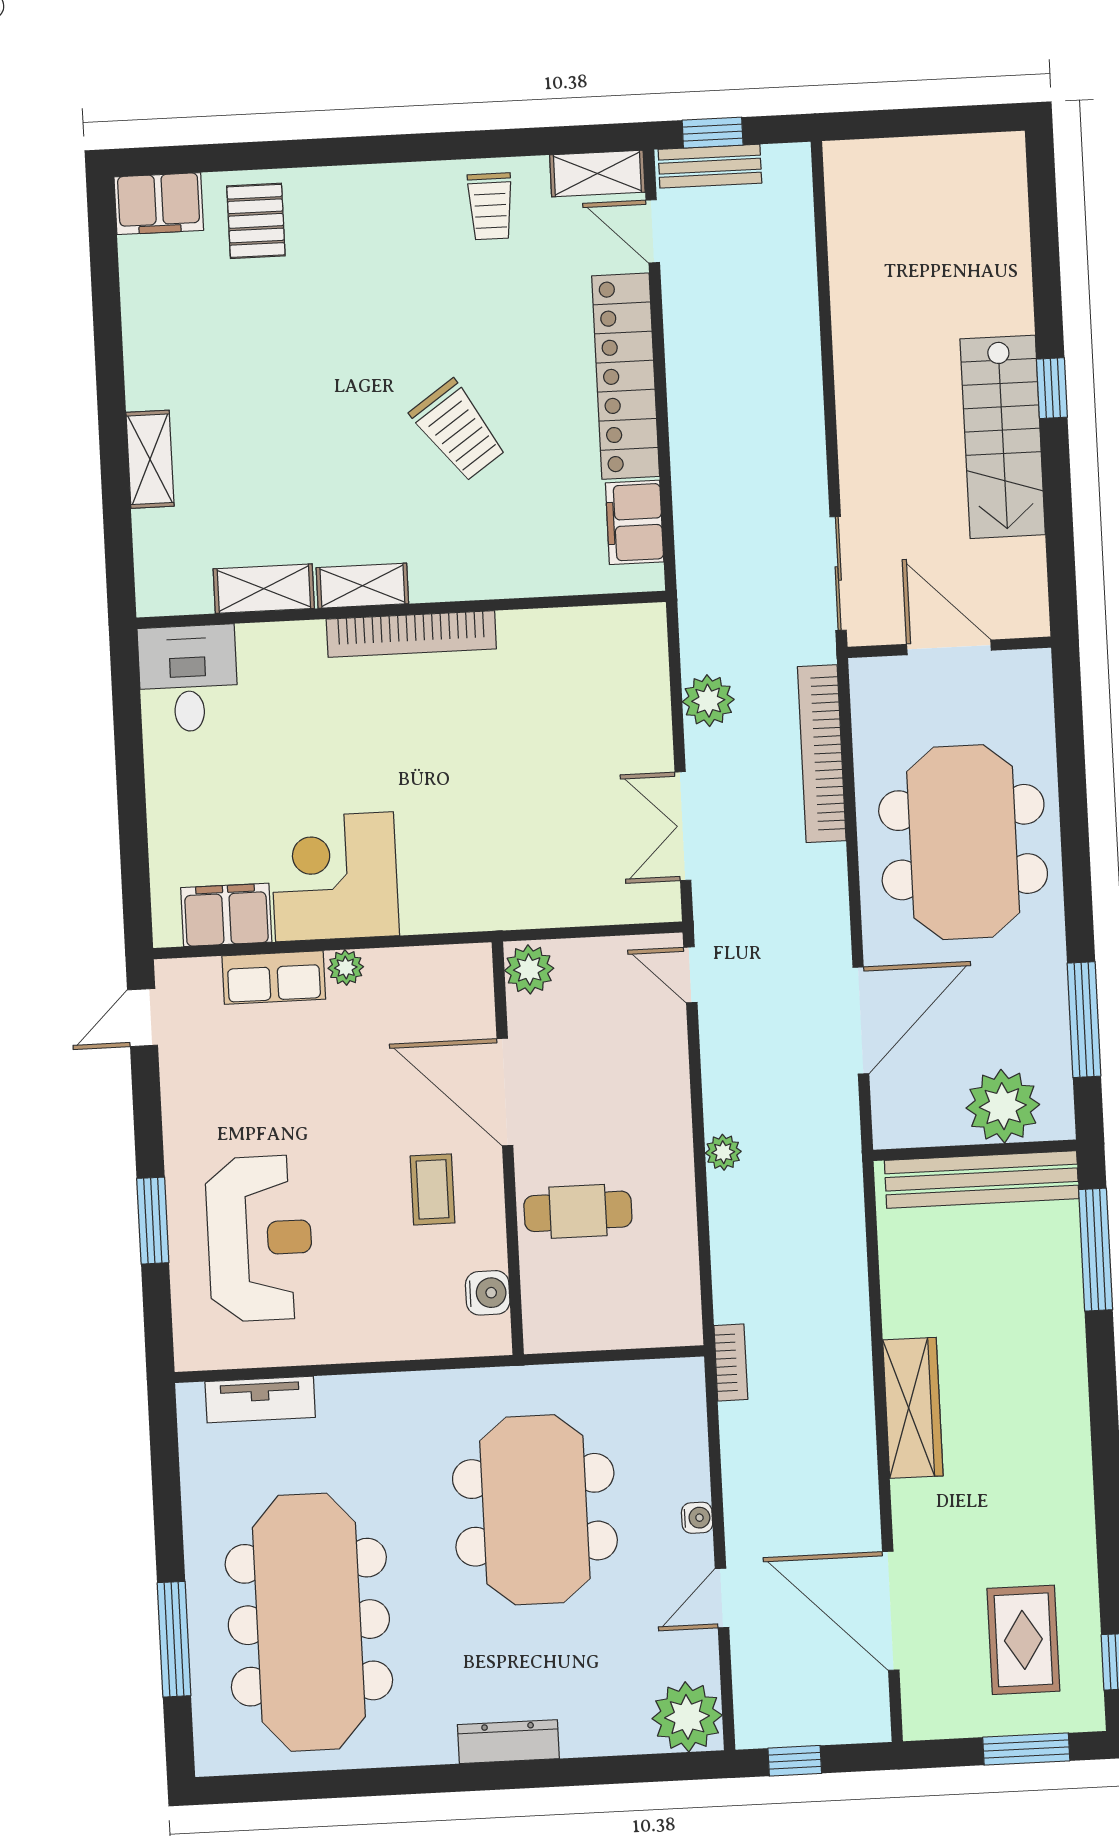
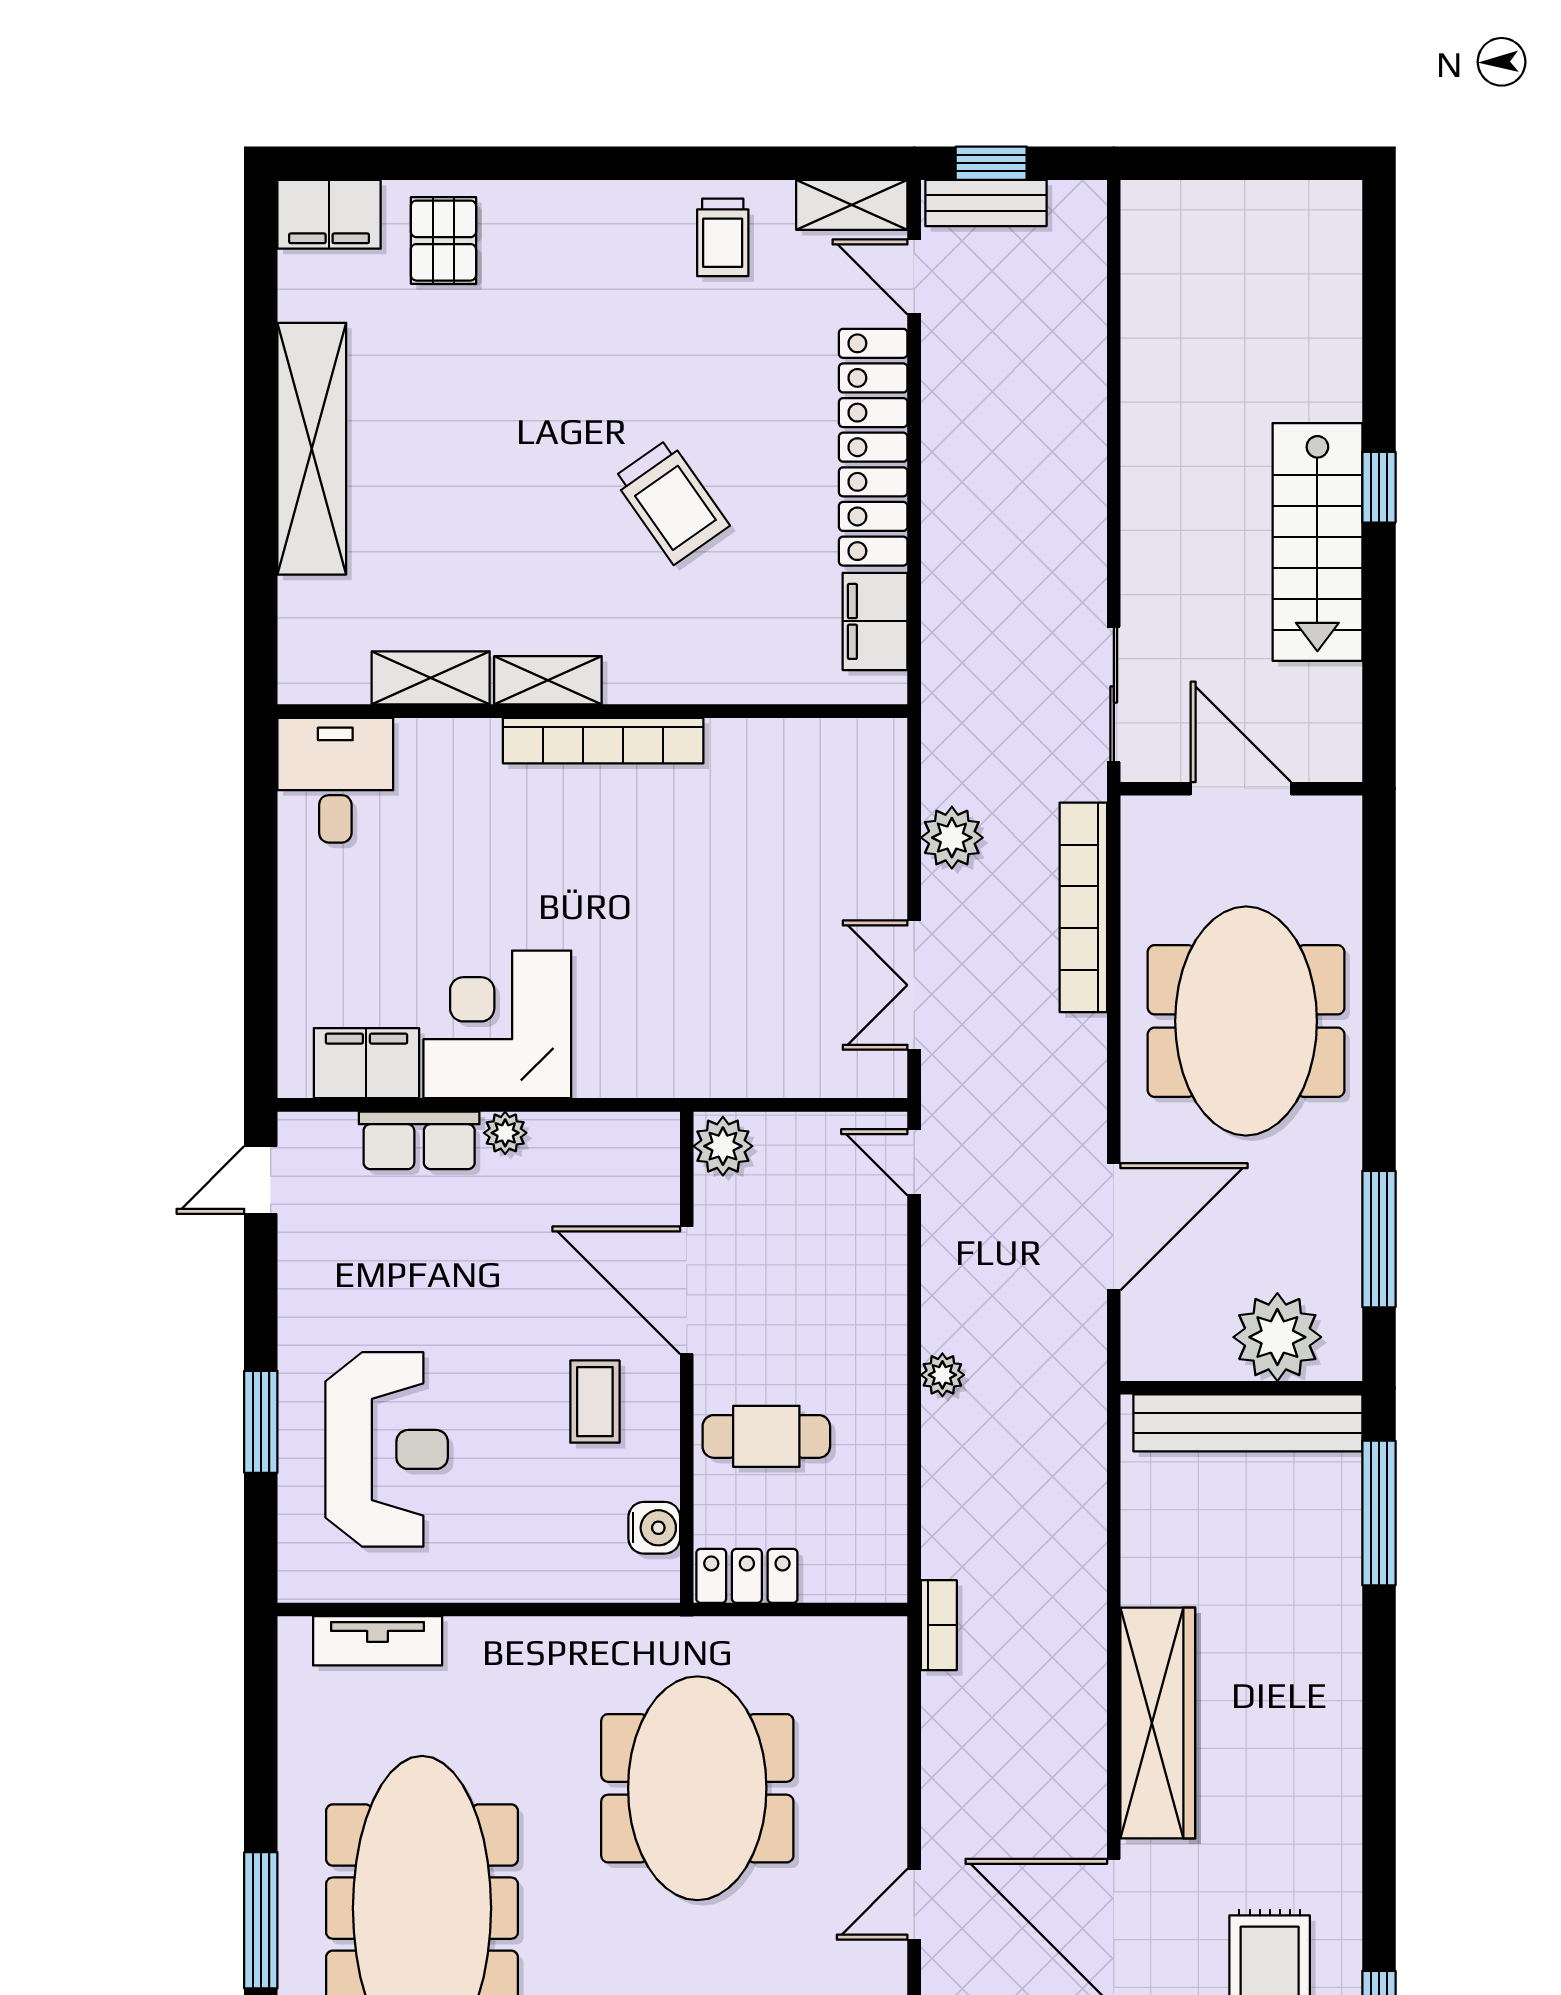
shelving: (150, 459) -> (312, 449), width x2.20, depth x1.33
locker: (568, 1329) -> (747, 1576), added
wardrobe: (913, 1408) -> (1158, 1723), width x1.40, depth x1.17
water cooler: (697, 1518) -> (889, 1807), removed

